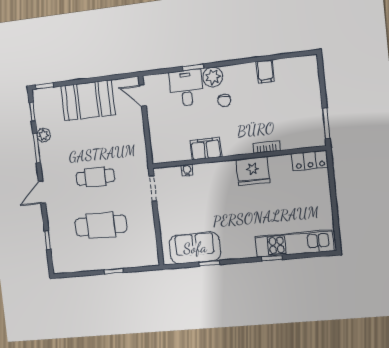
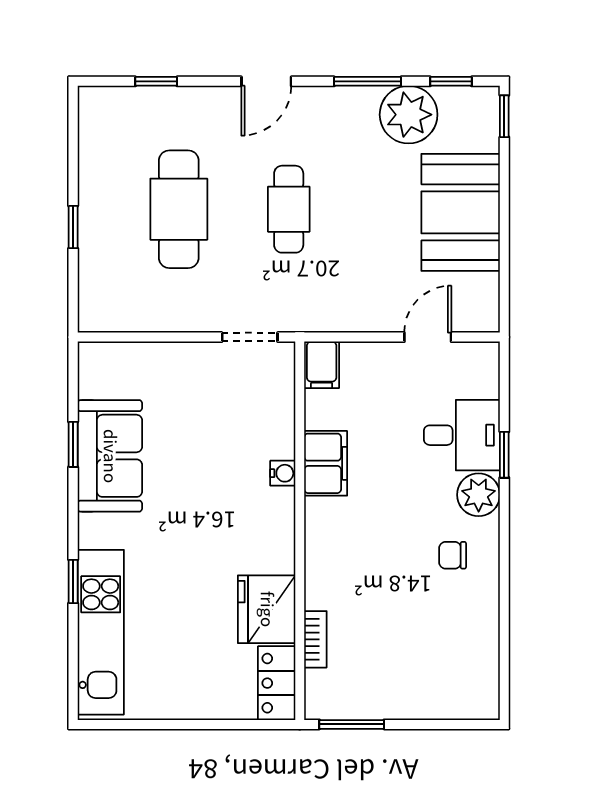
filing cabinet: (265, 71) -> (322, 365), moved, turned -90
door: (143, 95) -> (428, 337), moved
chair: (224, 101) -> (453, 555), moved
plant: (44, 135) -> (409, 115), width x1.88, depth x1.88
bookcase: (267, 147) -> (315, 639), moved
water cooler: (187, 170) -> (283, 473), moved
fridge: (253, 171) -> (267, 609), moved
door: (42, 192) -> (266, 81), swing flipped
sofa: (195, 248) -> (110, 456), moved

